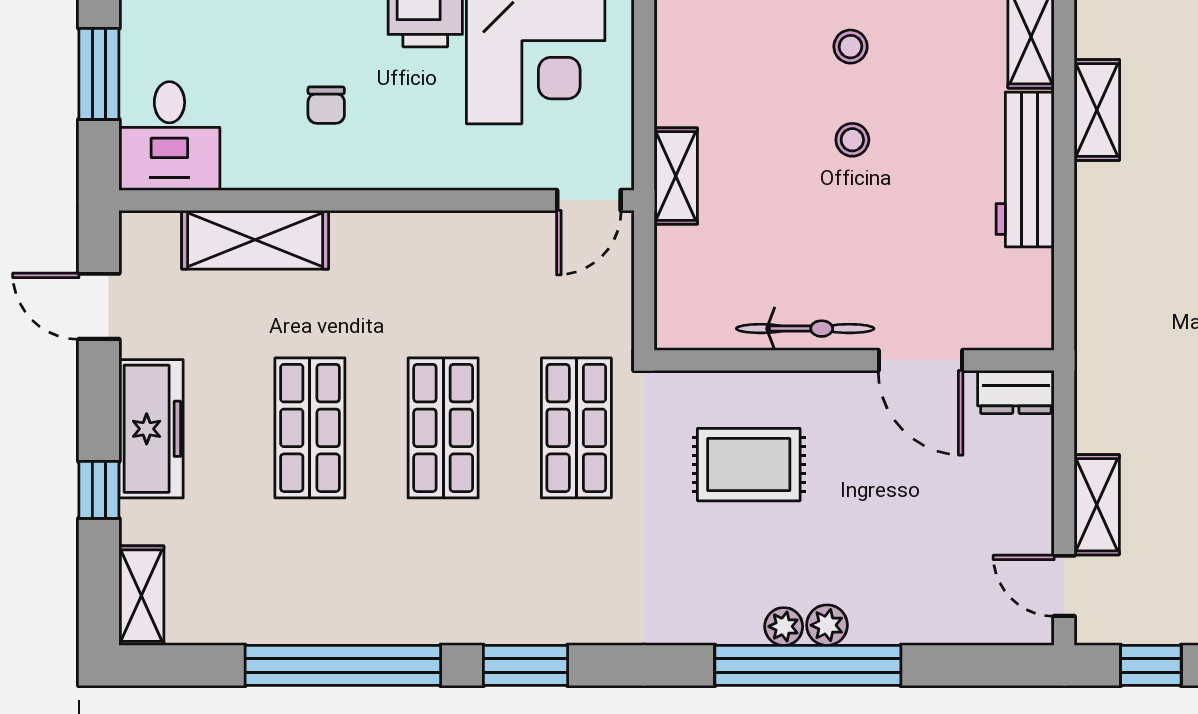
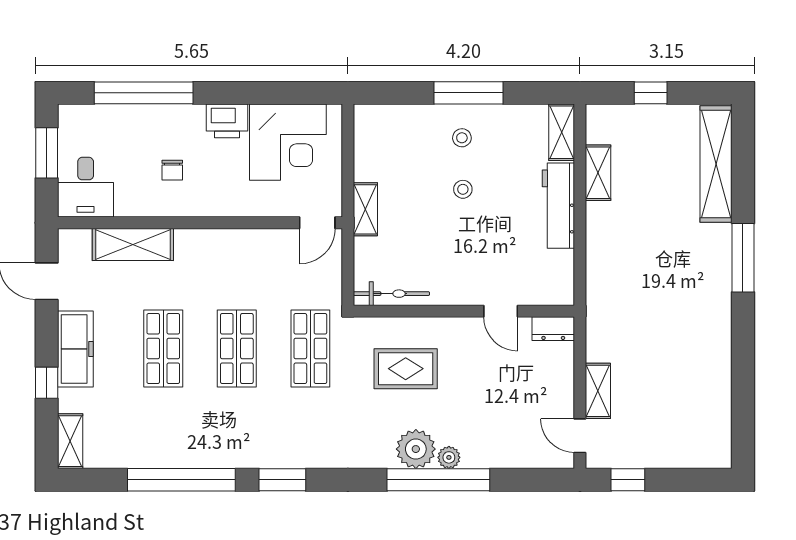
bicycle: (805, 329) -> (391, 294), moved
door: (921, 360) -> (501, 311), width x0.73
plant: (784, 626) -> (416, 449), width x1.88, depth x1.88

